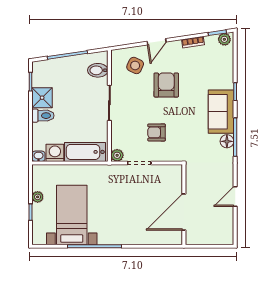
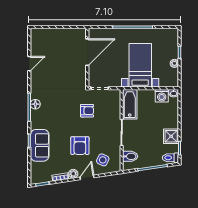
plant: (224, 39) -> (73, 174), moved
sofa: (221, 112) -> (40, 145), moved
toilet: (43, 116) -> (170, 158), moved
bathtub: (85, 152) -> (130, 104), moved, turned -90
plant: (117, 155) -> (116, 94), removed
wall: (184, 205) -> (87, 58), moved
door: (184, 212) -> (87, 52), moved
bed with nightstands: (72, 215) -> (140, 65), moved, turned 180

